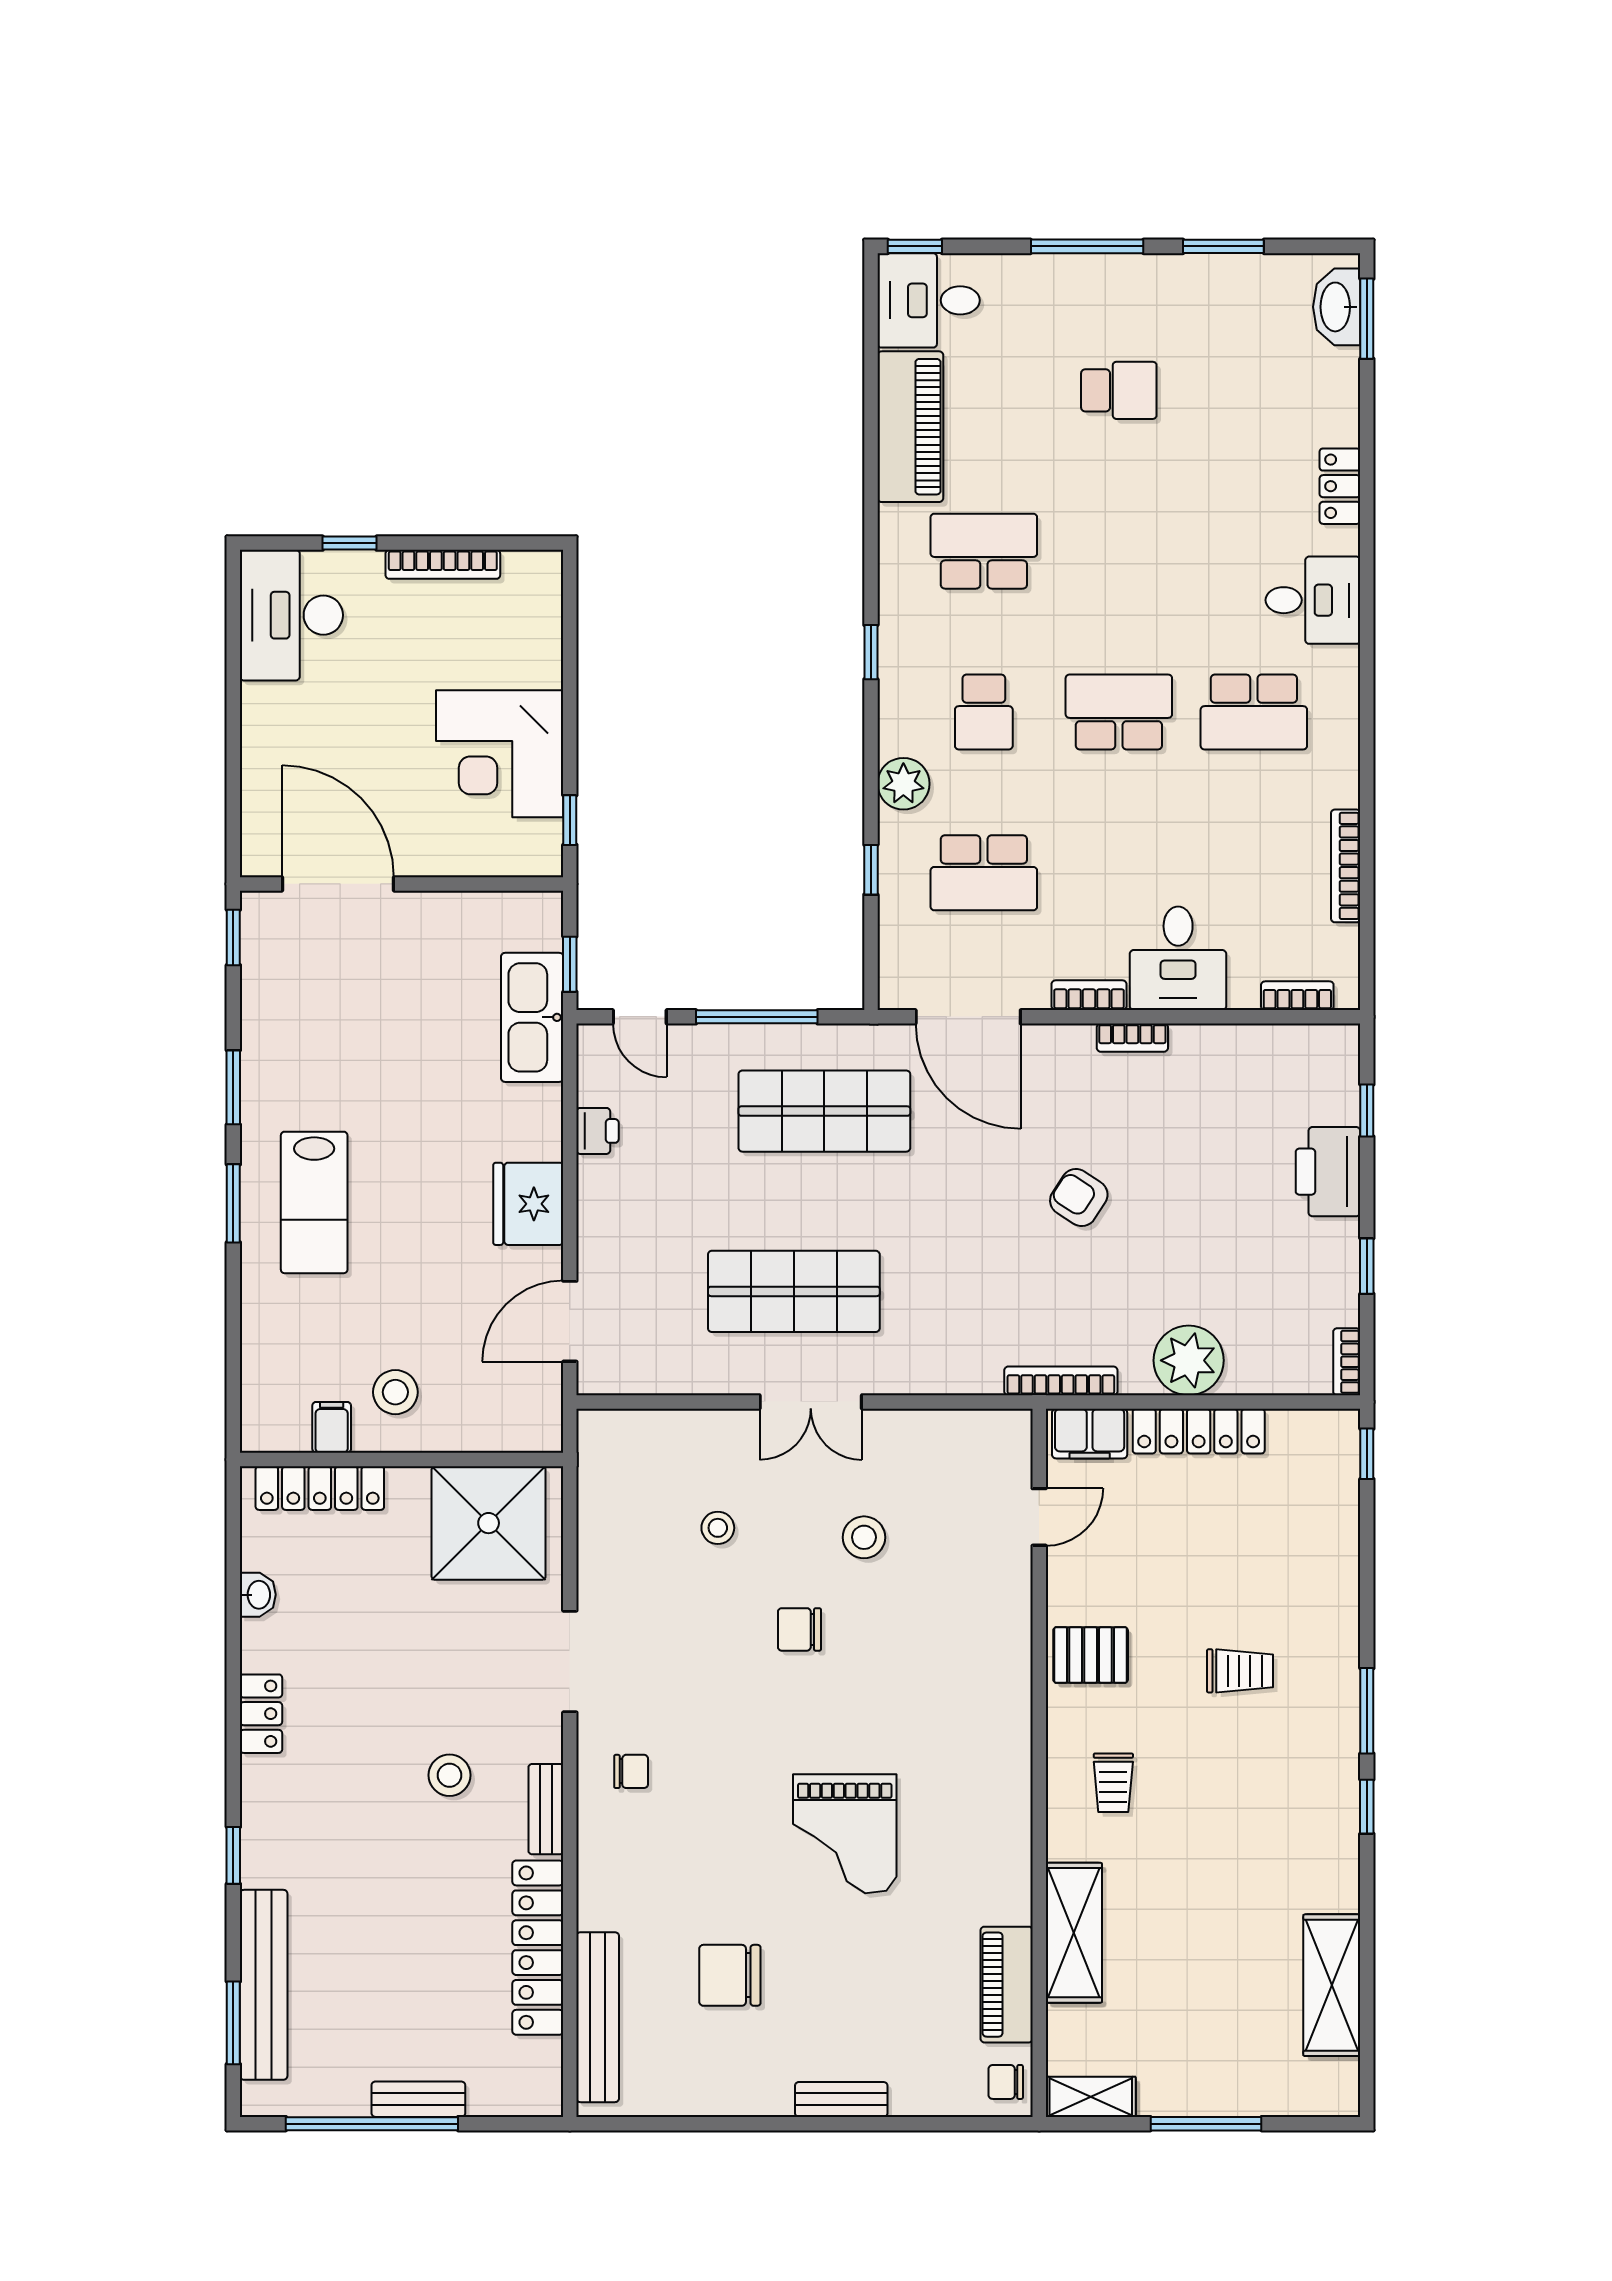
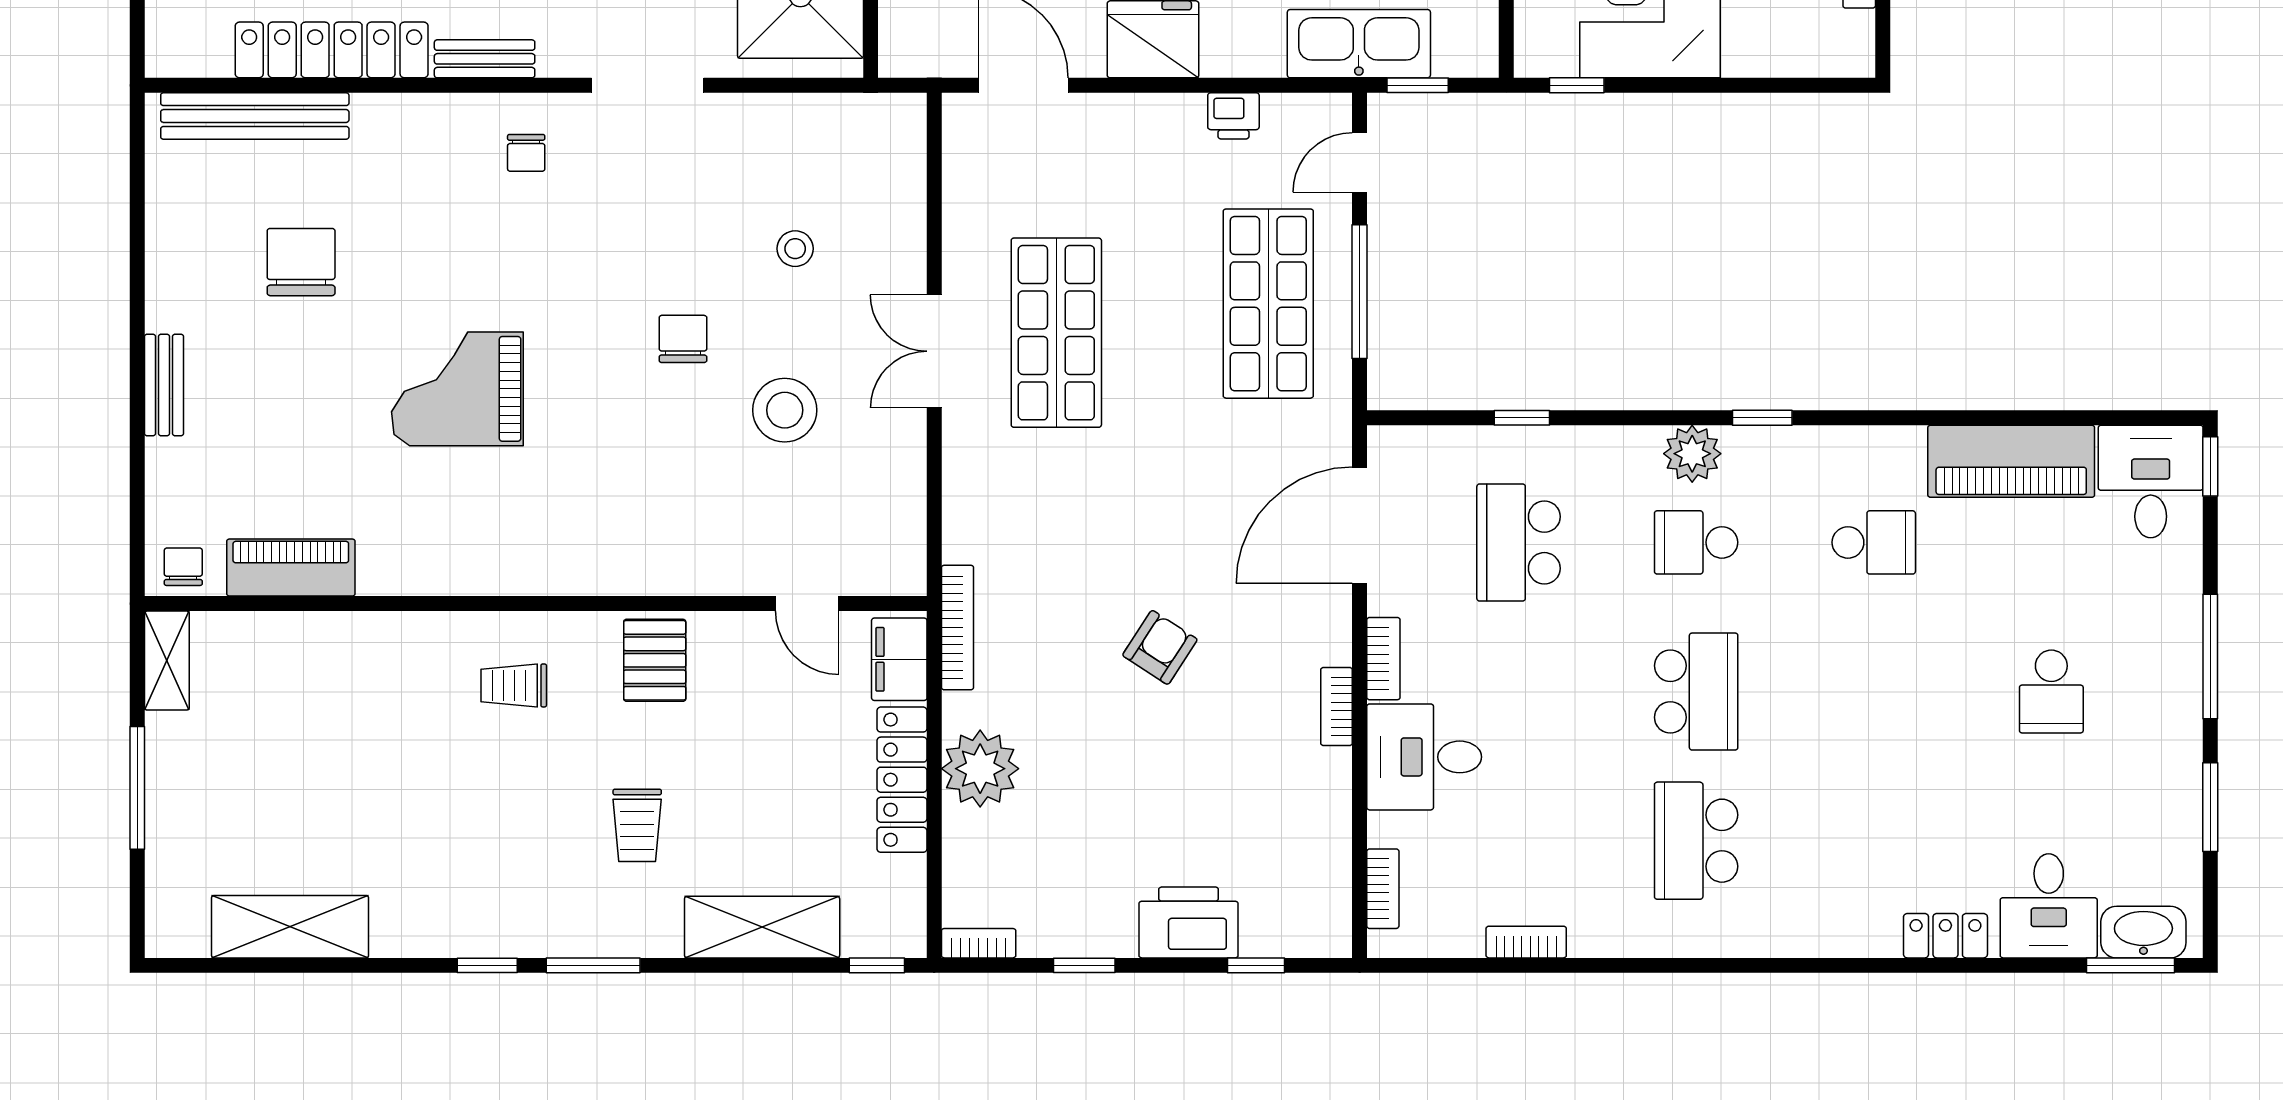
school desk: (984, 551) -> (1874, 542), width x0.54
desk: (1313, 600) -> (2049, 906), moved
plant: (903, 784) -> (1692, 454), moved
bookcase: (1346, 866) -> (1526, 942), width x0.64
shop shelf: (824, 1111) -> (1268, 304), moved
stool: (864, 1537) -> (785, 410), width x1.38, depth x1.38
shelving: (1074, 1933) -> (762, 927), moved

